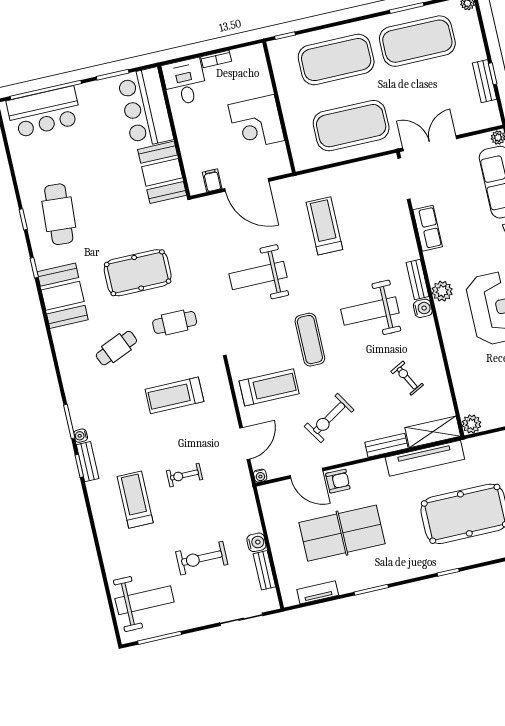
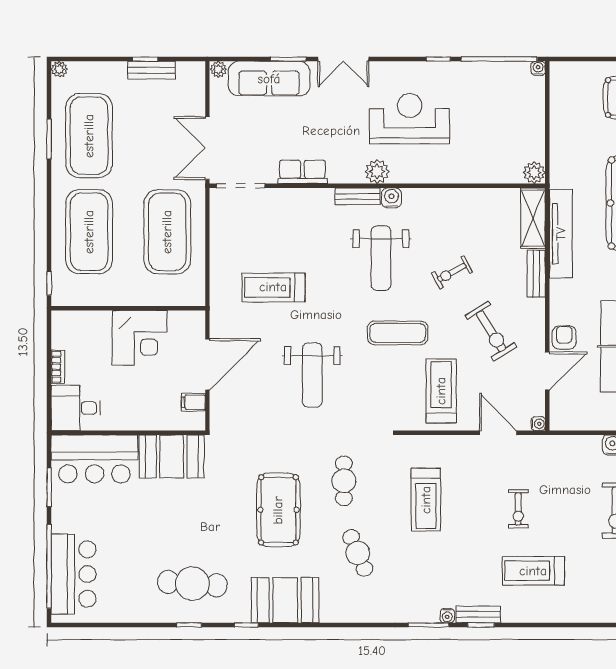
exercise bike: (407, 378) -> (452, 272), moved

